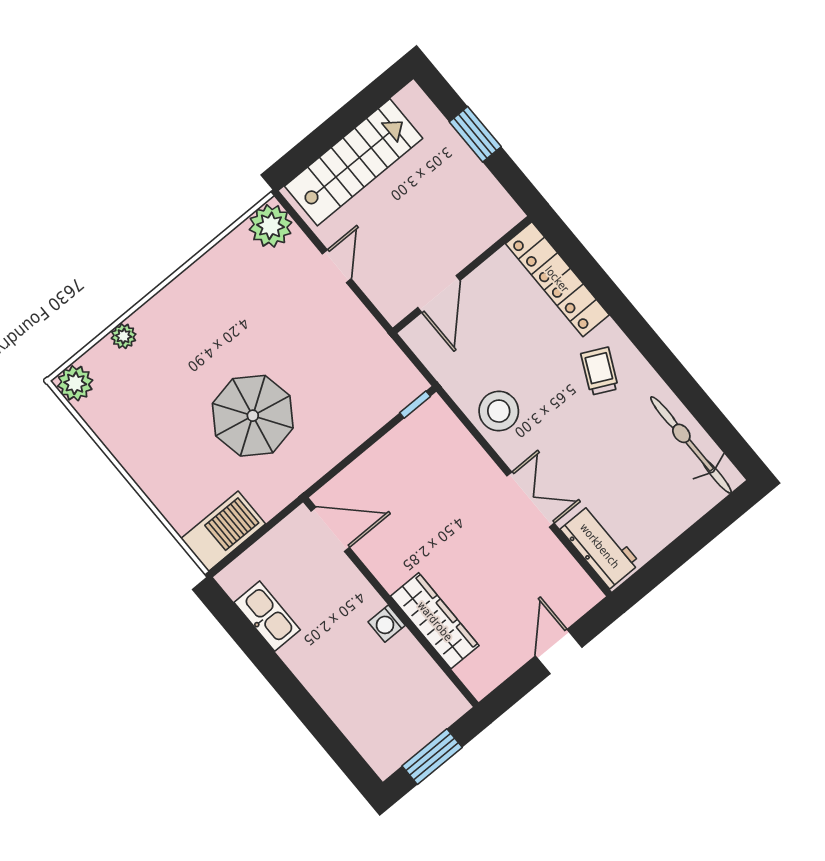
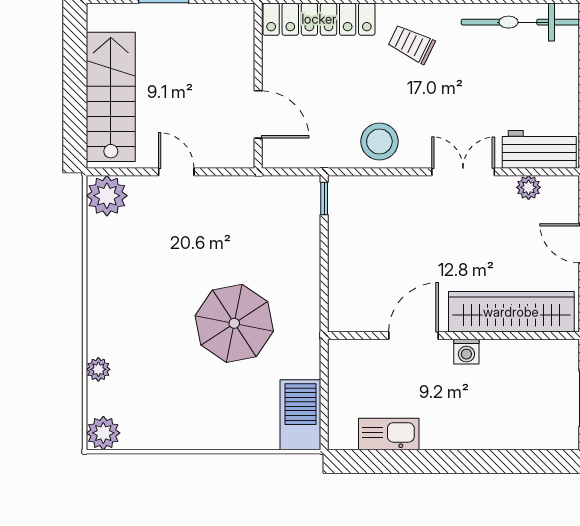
door: (330, 529) -> (414, 336), moved
plant: (562, 563) -> (529, 187), added
wardrobe: (435, 621) -> (511, 312), width x1.40, depth x1.17

